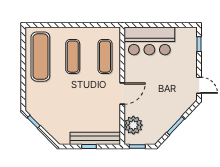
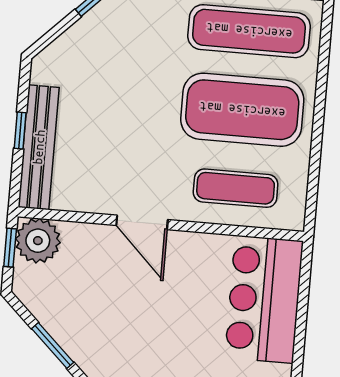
exercise mat: (73, 57) -> (242, 110), width x2.00, depth x1.45
plant: (133, 125) -> (38, 241), moved

